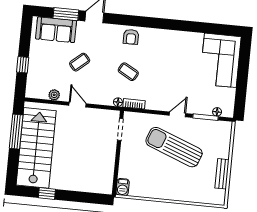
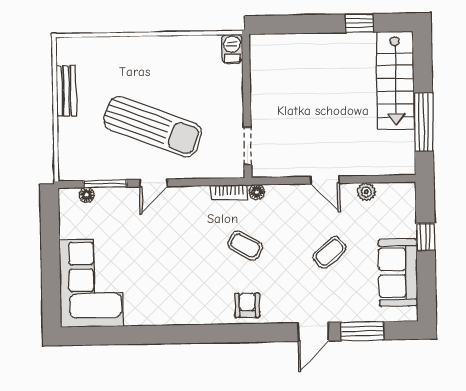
sofa: (56, 30) -> (398, 273), moved, turned -90
stairs: (36, 148) -> (395, 80), width x0.73, depth x0.66

